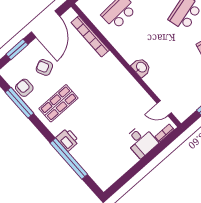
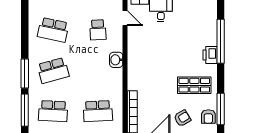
armchair: (44, 67) -> (182, 118), turned -95
school desk: (178, 79) -> (98, 30), added

